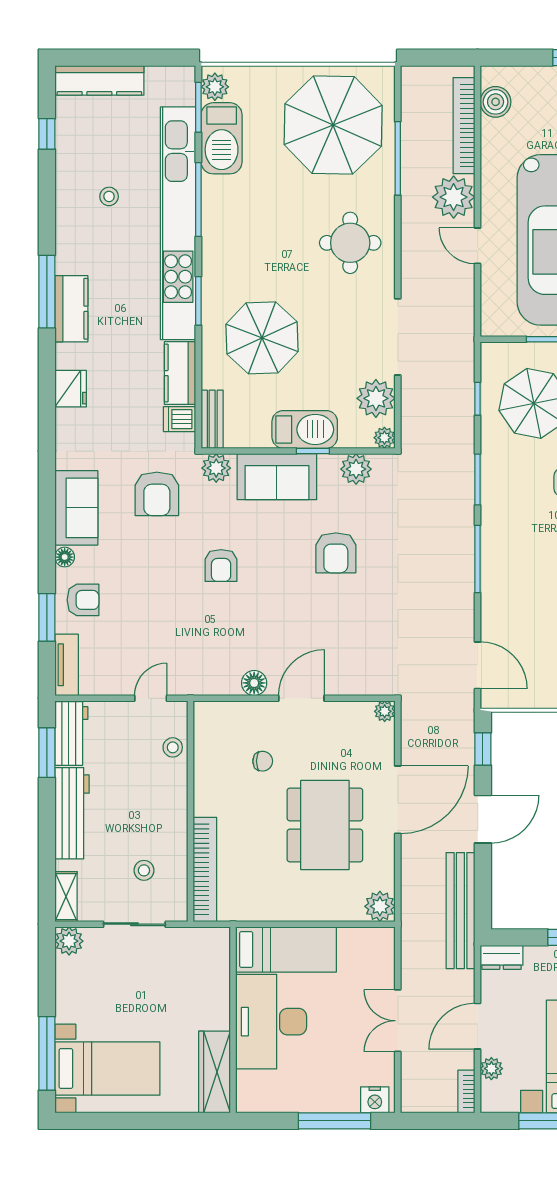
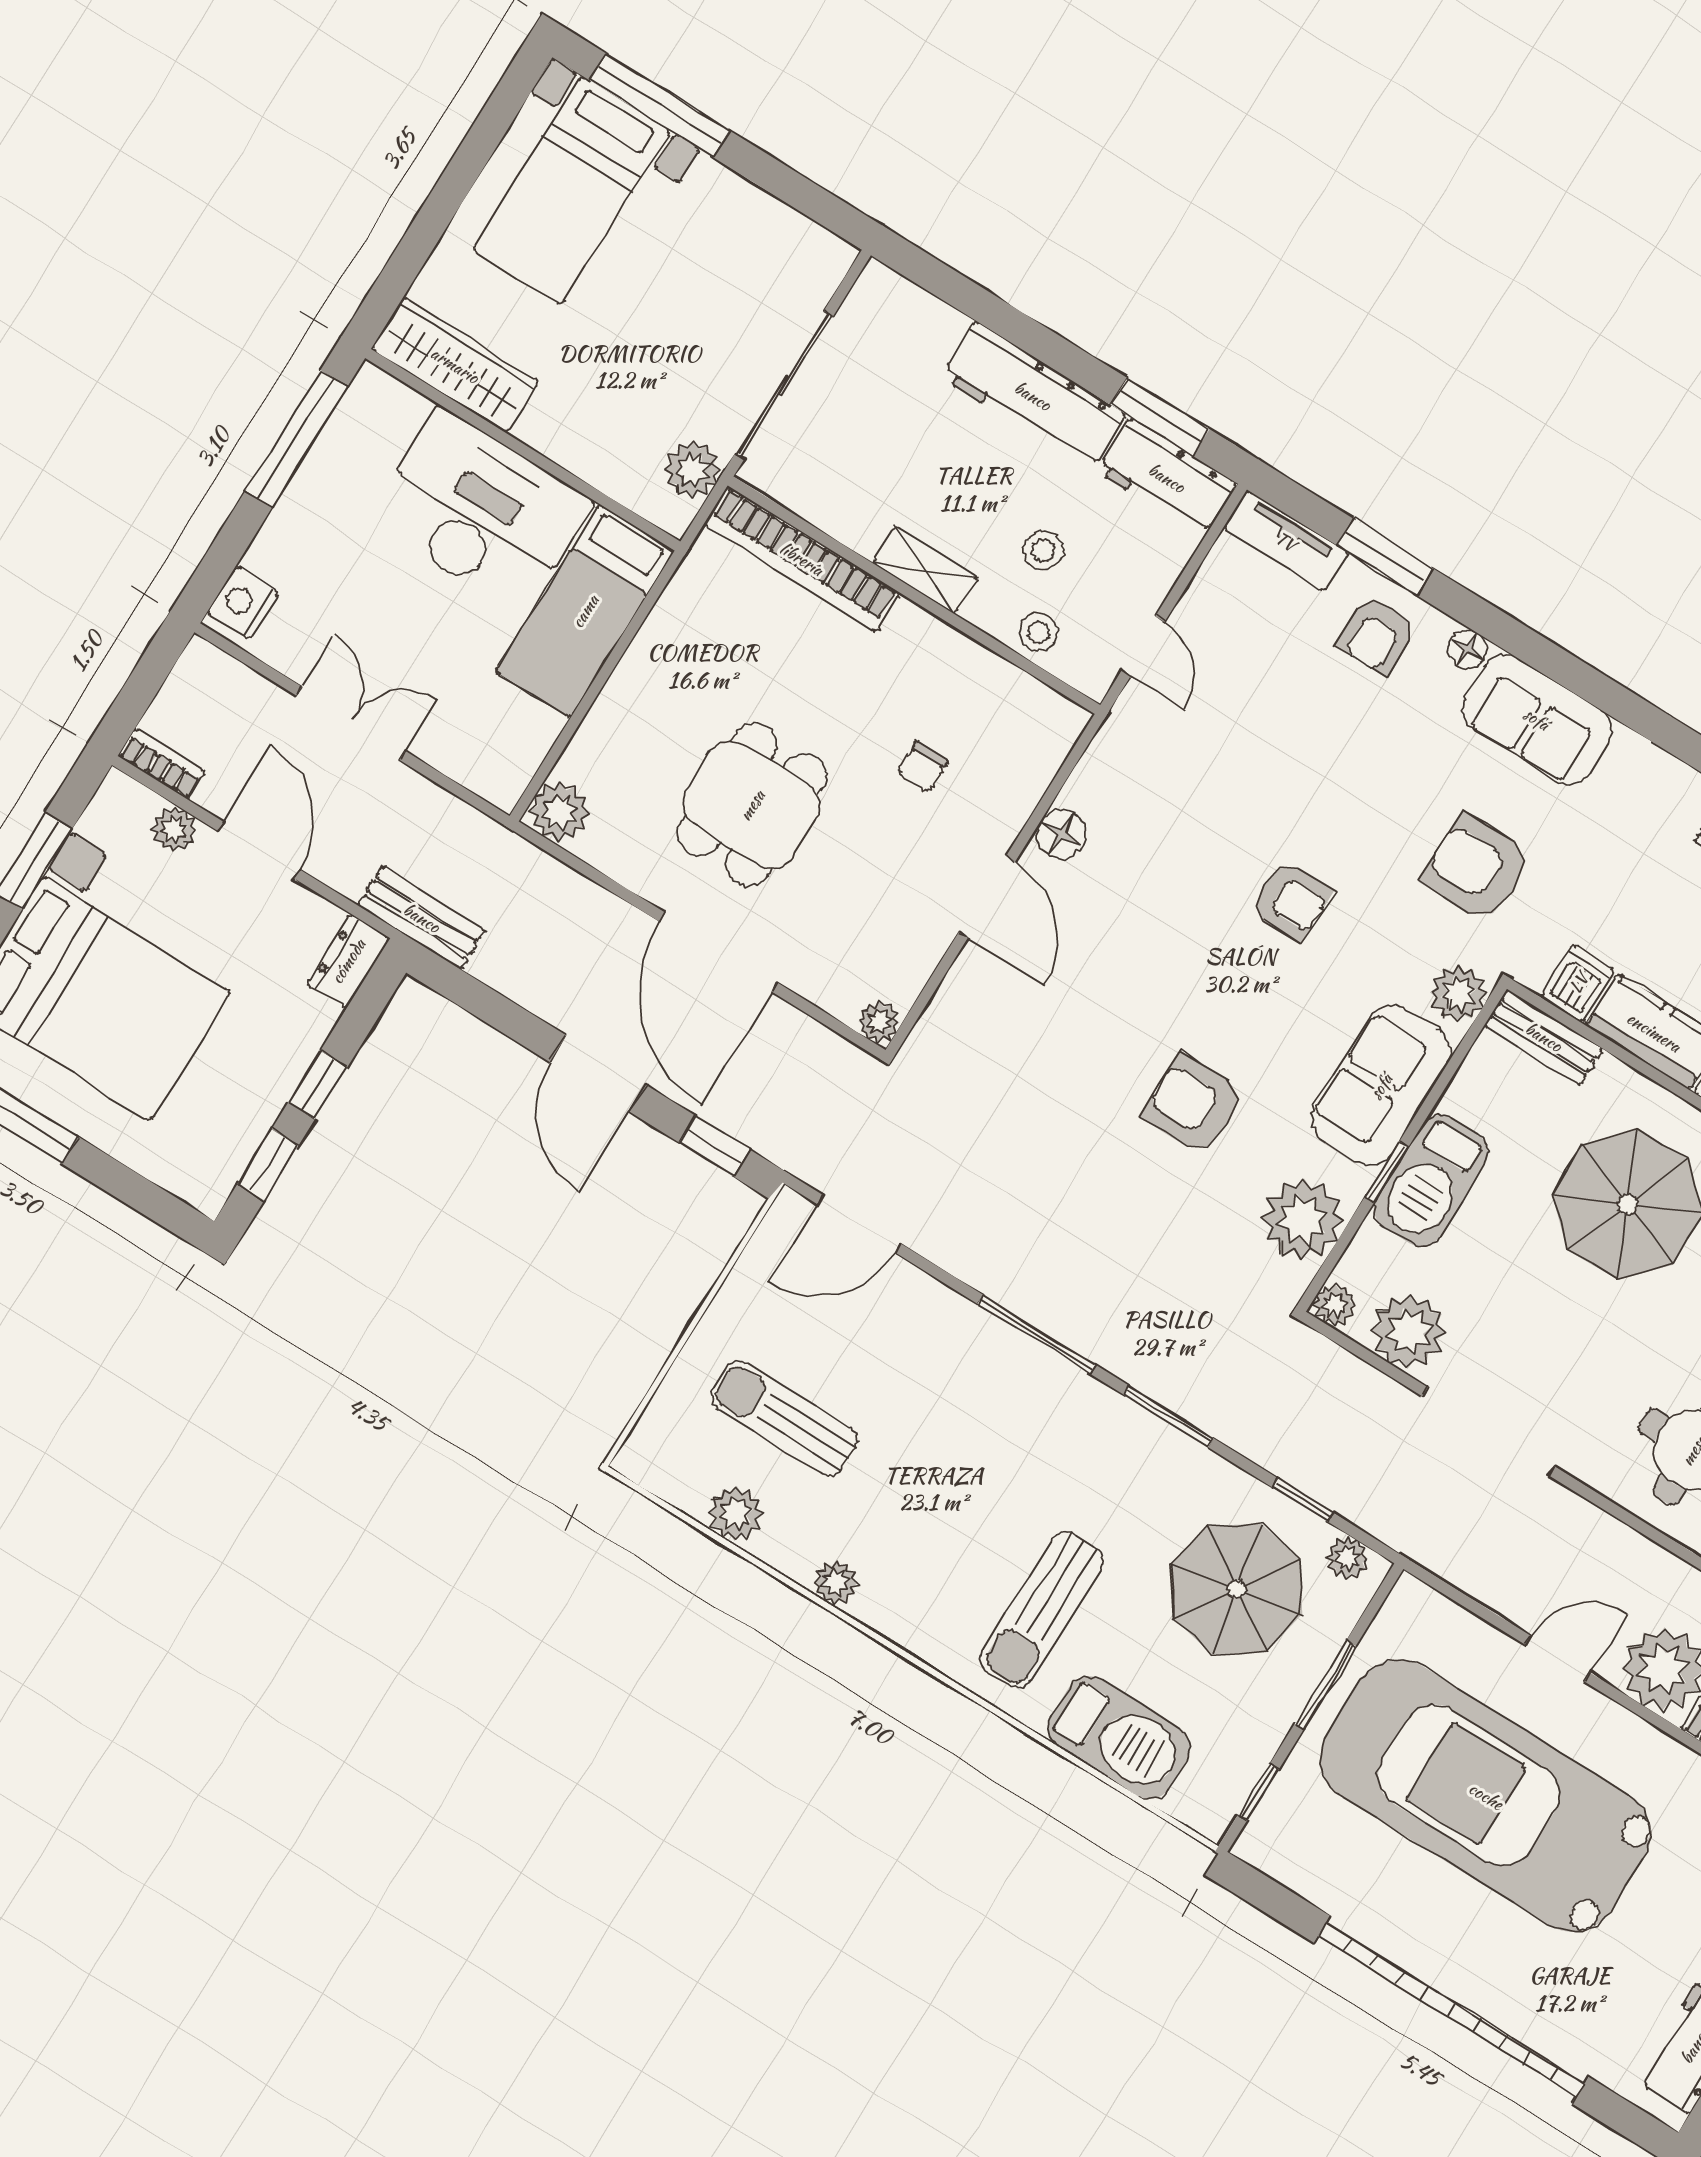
plant: (491, 364) -> (1347, 1558), added
plant: (356, 469) -> (1303, 1219), width x1.36, depth x1.36
armchair: (221, 565) -> (1291, 901), turned 180
dining table: (325, 825) -> (752, 805), width x0.73
stool: (144, 870) -> (1043, 551), moved
shelving: (66, 897) -> (925, 570), moved
bench: (460, 911) -> (422, 918), width x0.54, depth x0.82
sliding door: (134, 924) -> (784, 385), width x1.37
plant: (69, 941) -> (692, 470), moved
window: (335, 1121) -> (296, 439), moved

